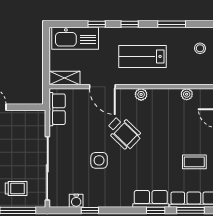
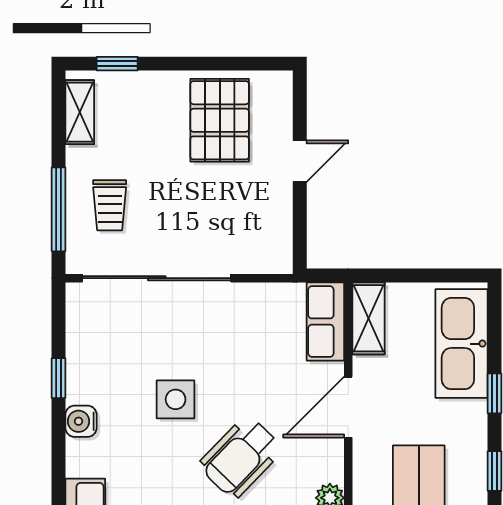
row of seats: (57, 109) -> (325, 322), moved, turned 90
water cooler: (76, 201) -> (81, 421), moved

